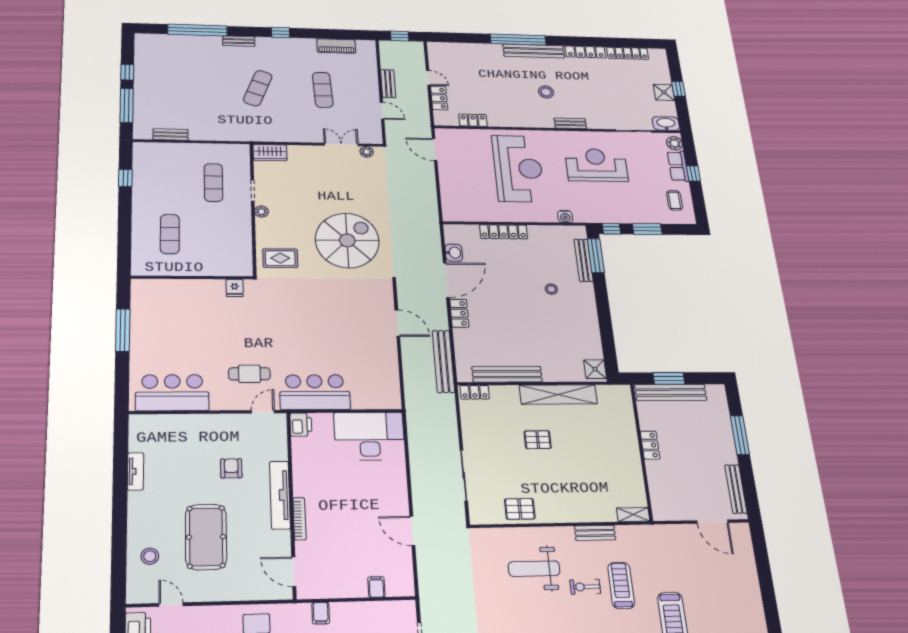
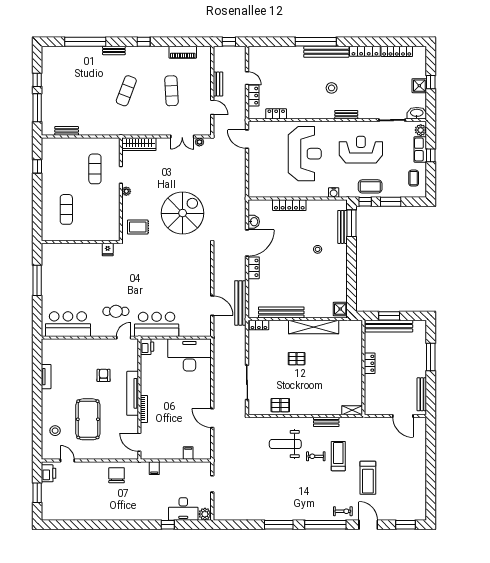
double door: (341, 145) -> (182, 136), swing flipped
wardrobe: (270, 153) -> (139, 144), width x1.50
coffee table: (616, 210) -> (370, 186), added
door: (397, 323) -> (212, 306), moved

